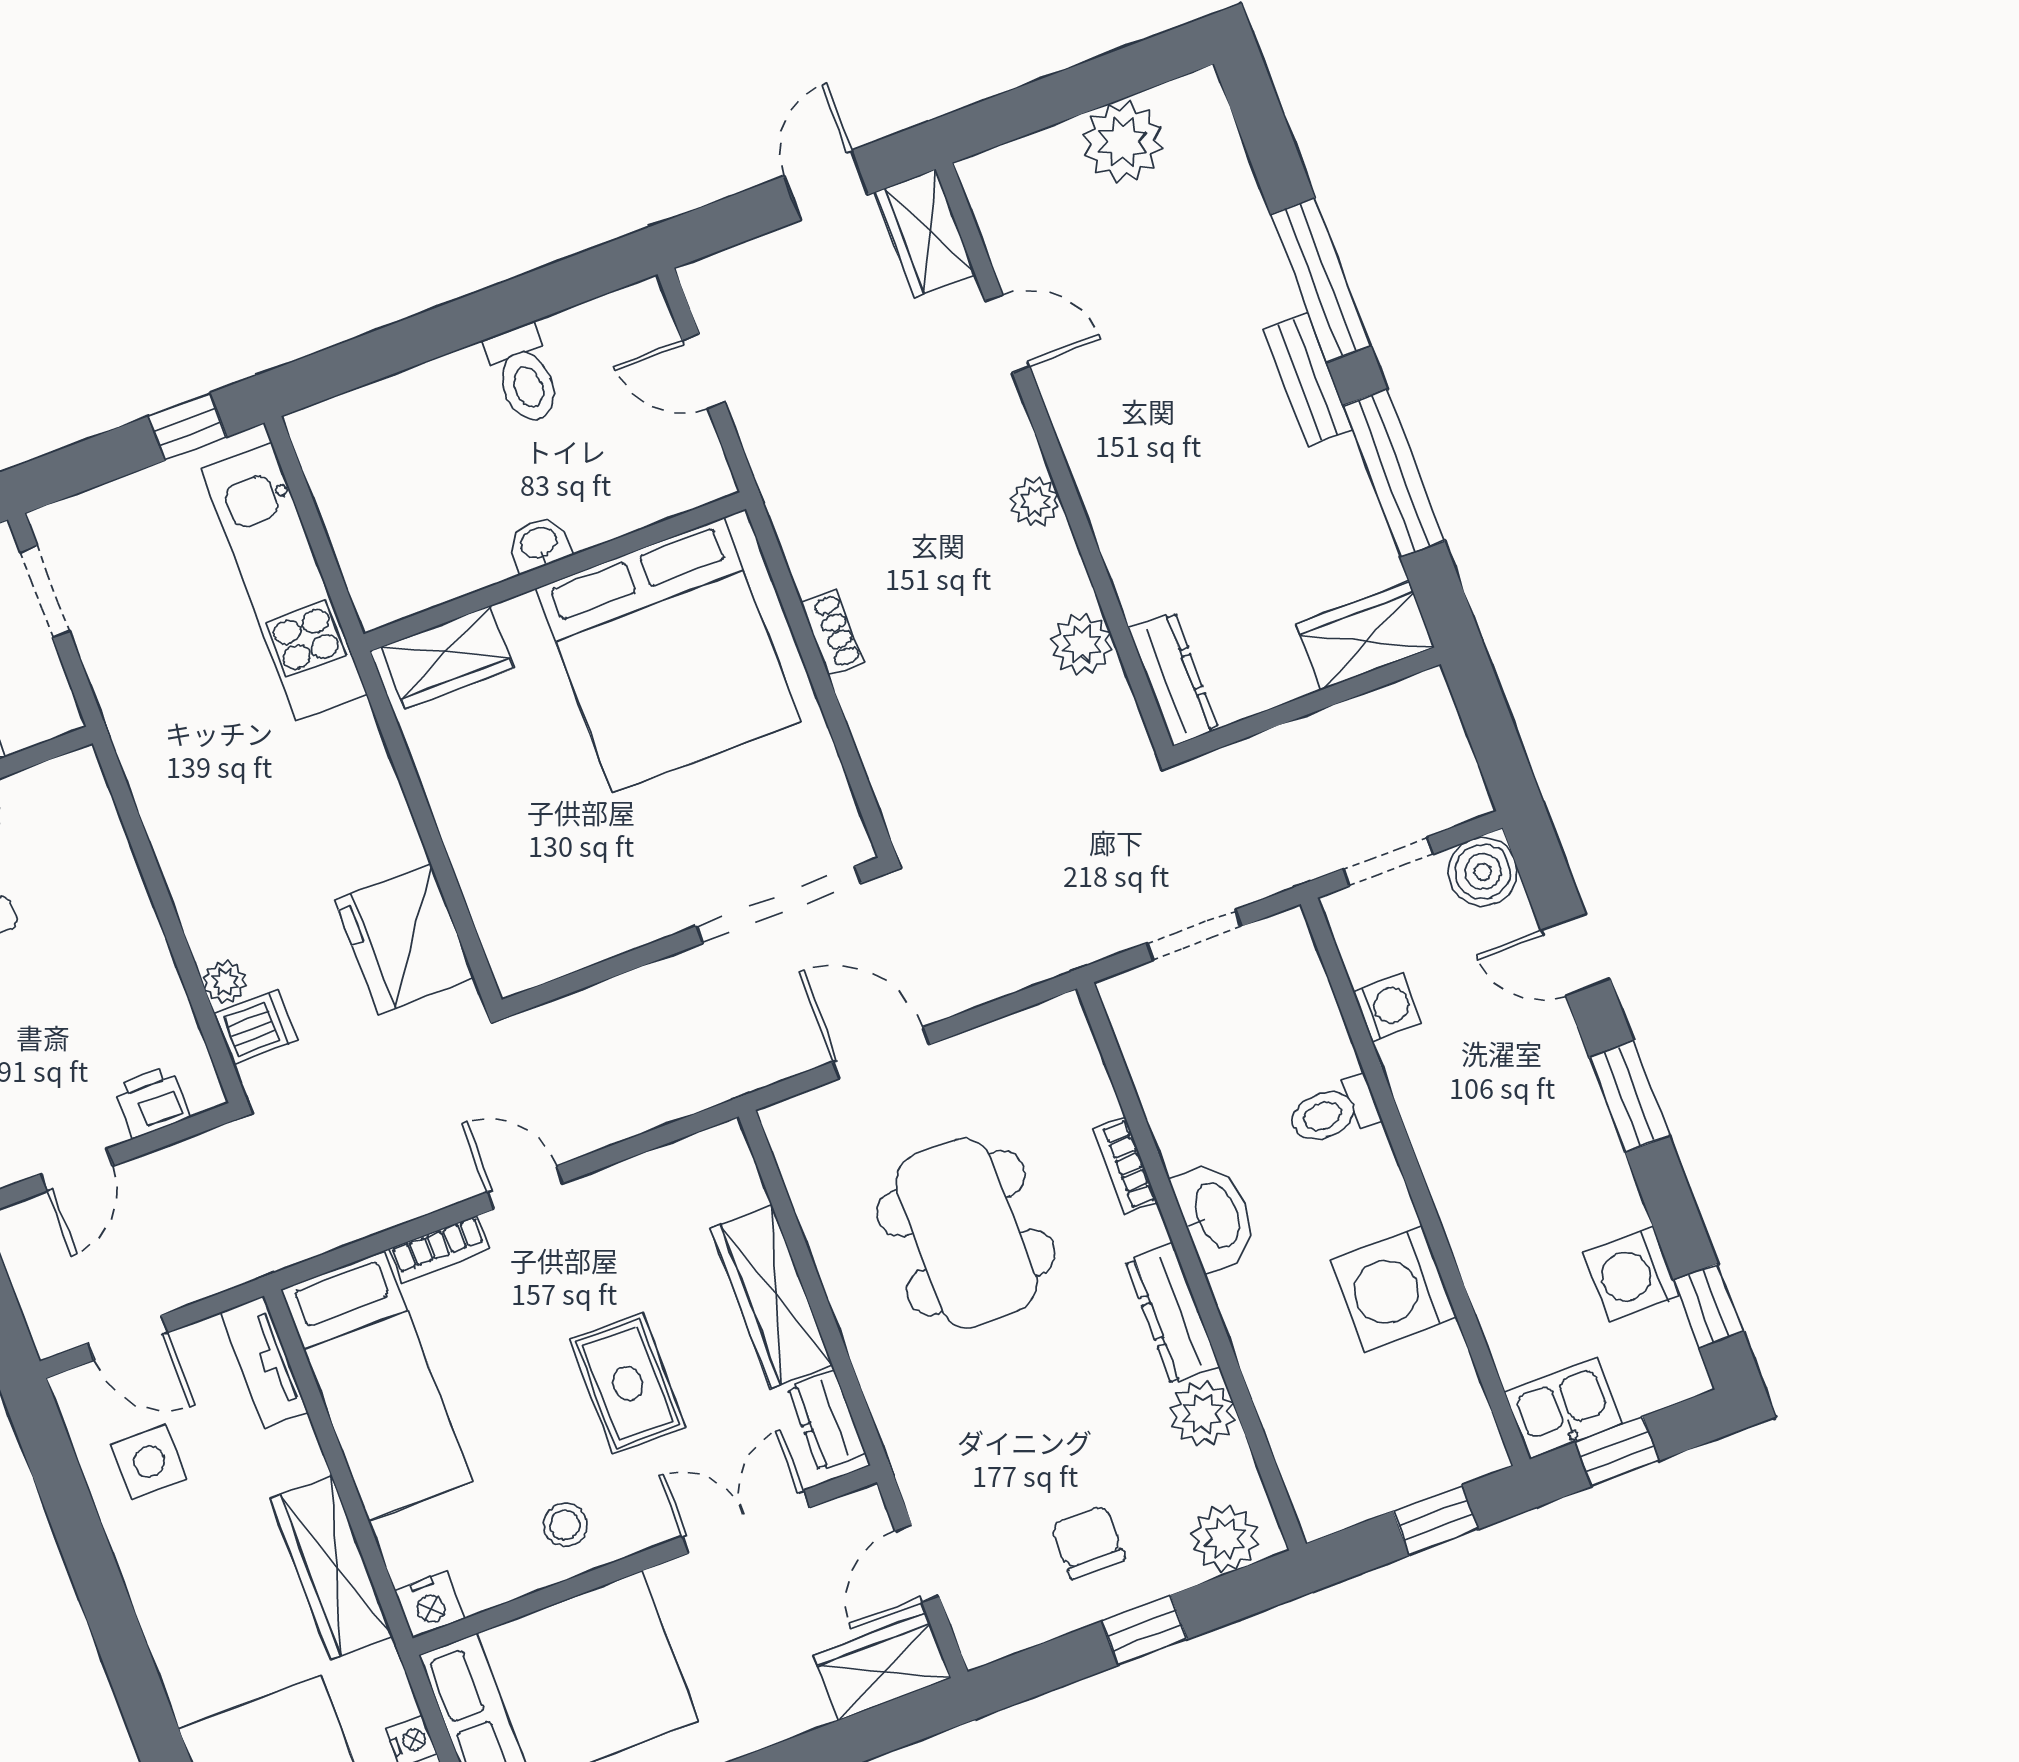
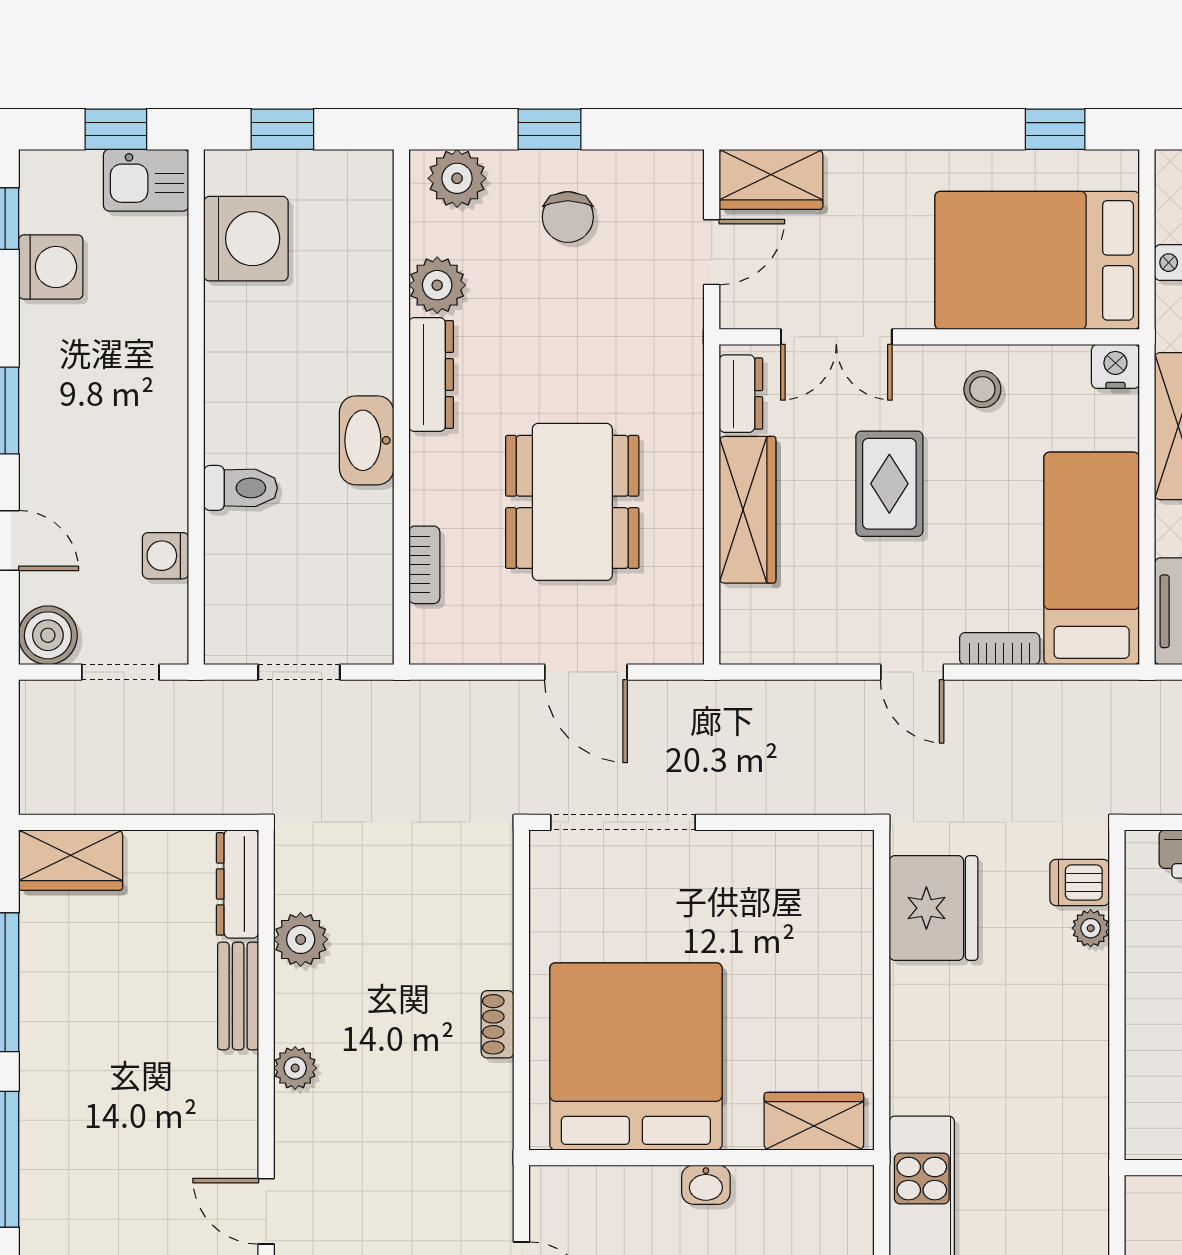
bench: (1308, 380) -> (238, 996), moved
bookcase: (1125, 1166) -> (424, 565), moved
washing machine: (1394, 1289) -> (246, 239), moved

